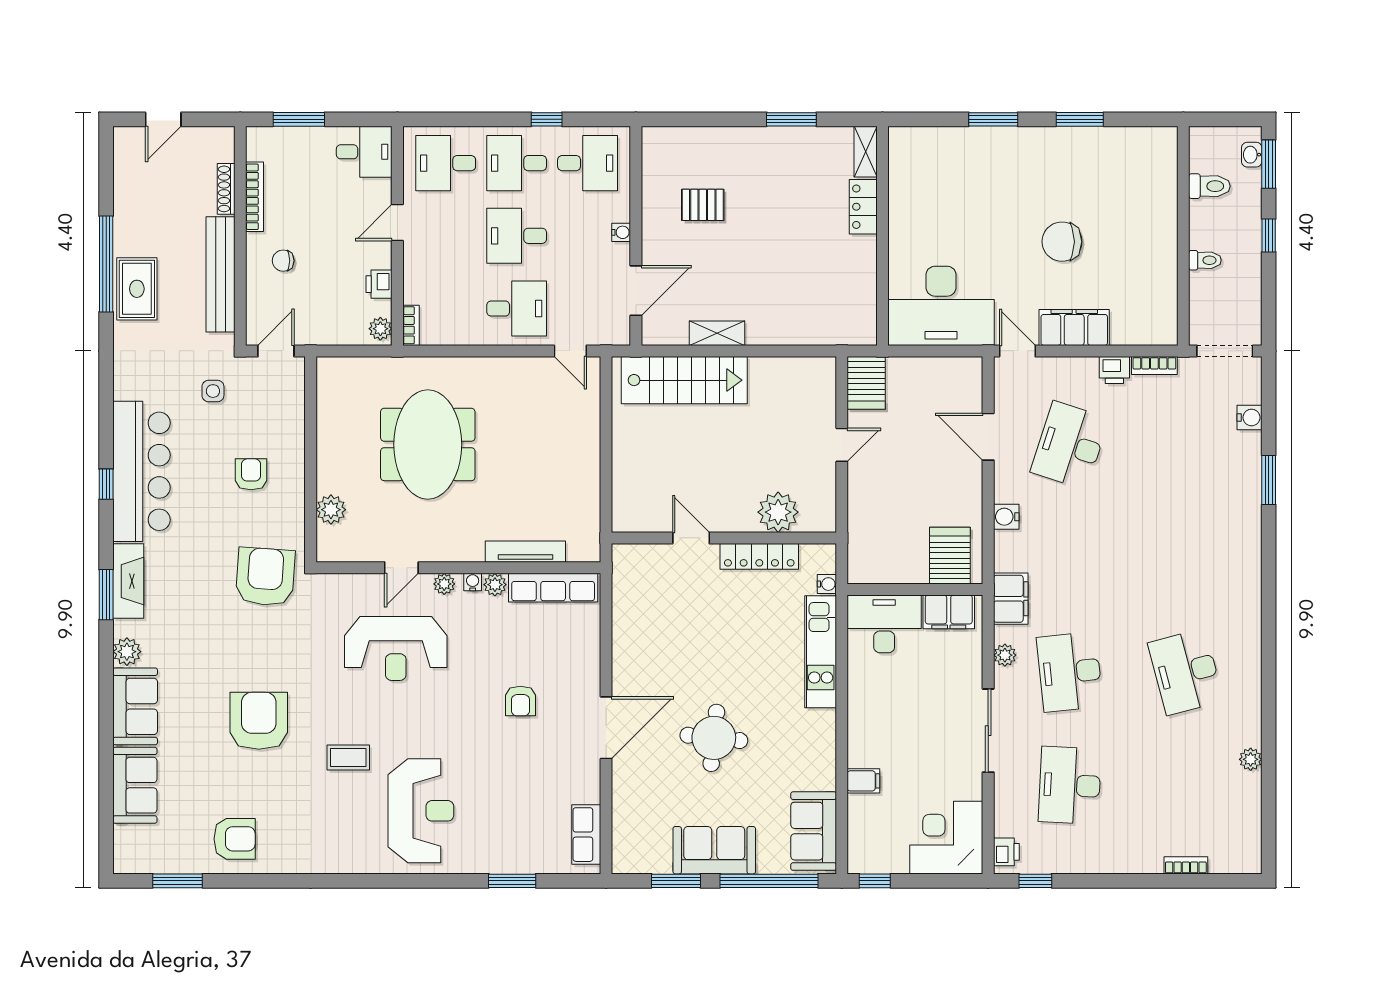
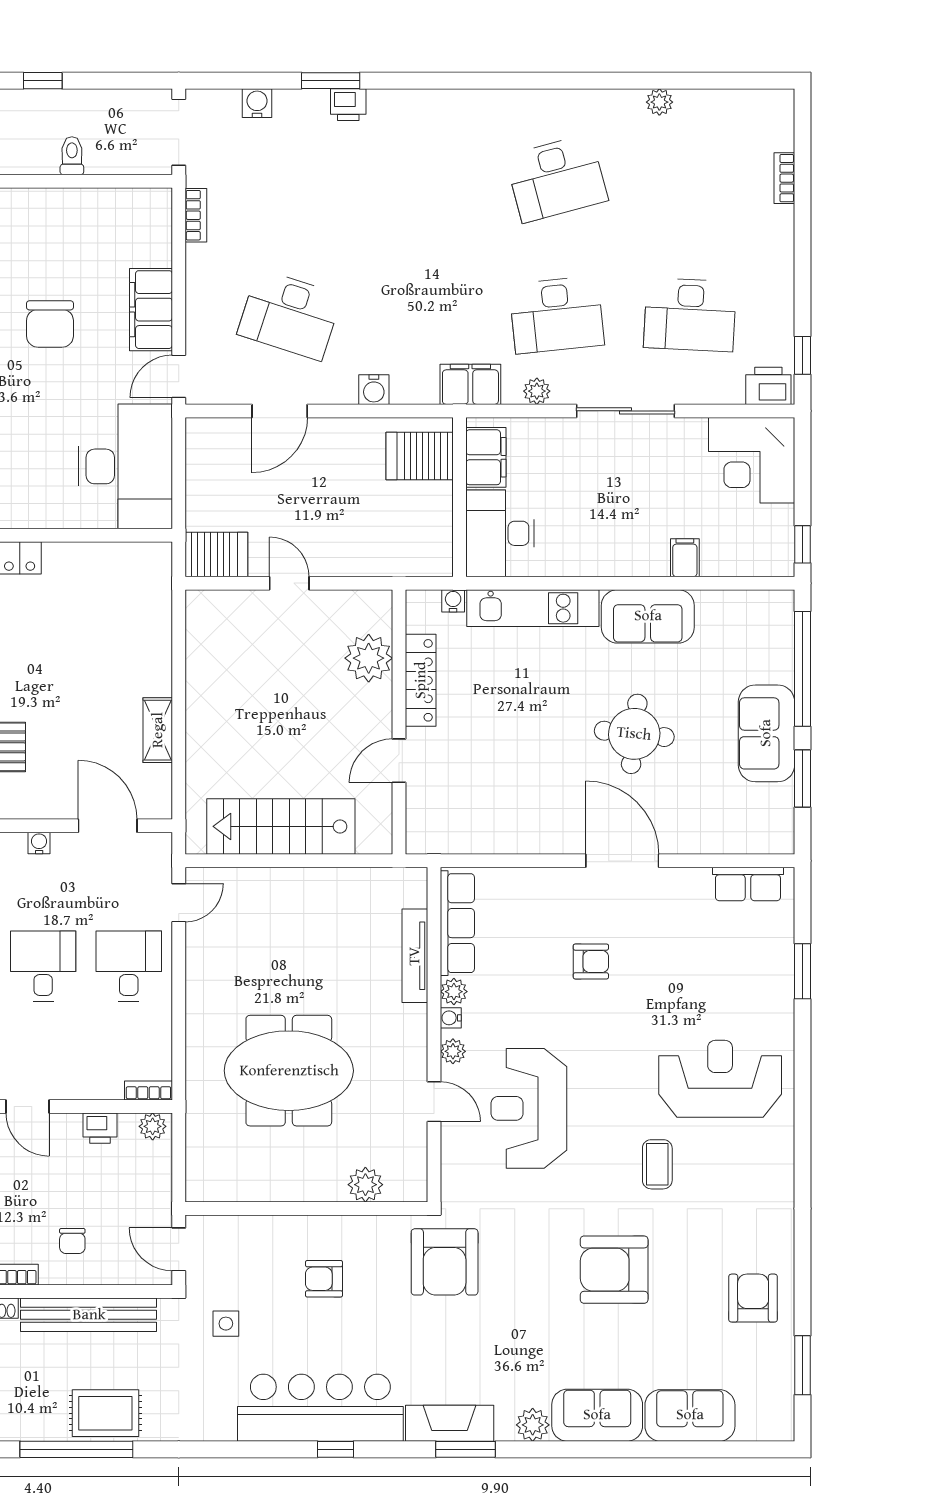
desk: (517, 236) -> (43, 966), turned 180
printer: (1114, 370) -> (348, 105), moved, turned 90
stairs: (684, 380) -> (281, 826), moved, turned -90
armchair: (265, 577) -> (445, 1262), turned -94
reception desk: (396, 648) -> (529, 1108), turned 180
sofa: (814, 831) -> (648, 616), moved
printer: (1006, 852) -> (768, 386), width x1.36, depth x1.24

